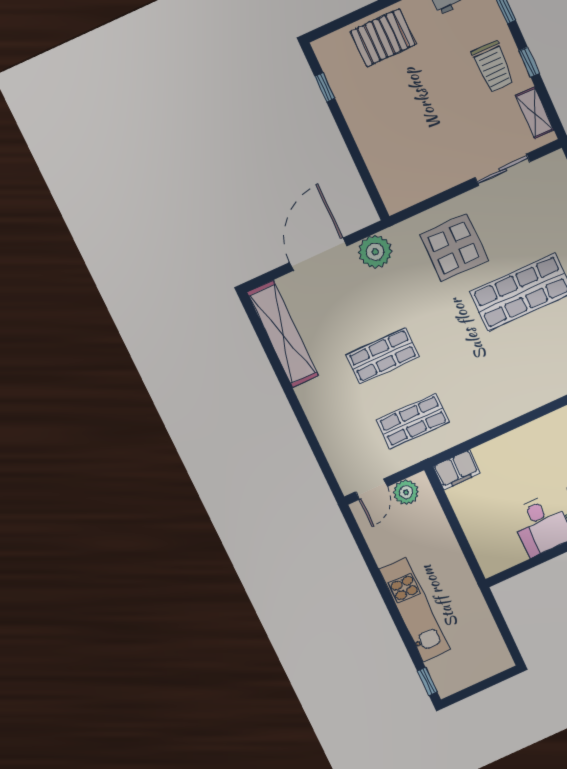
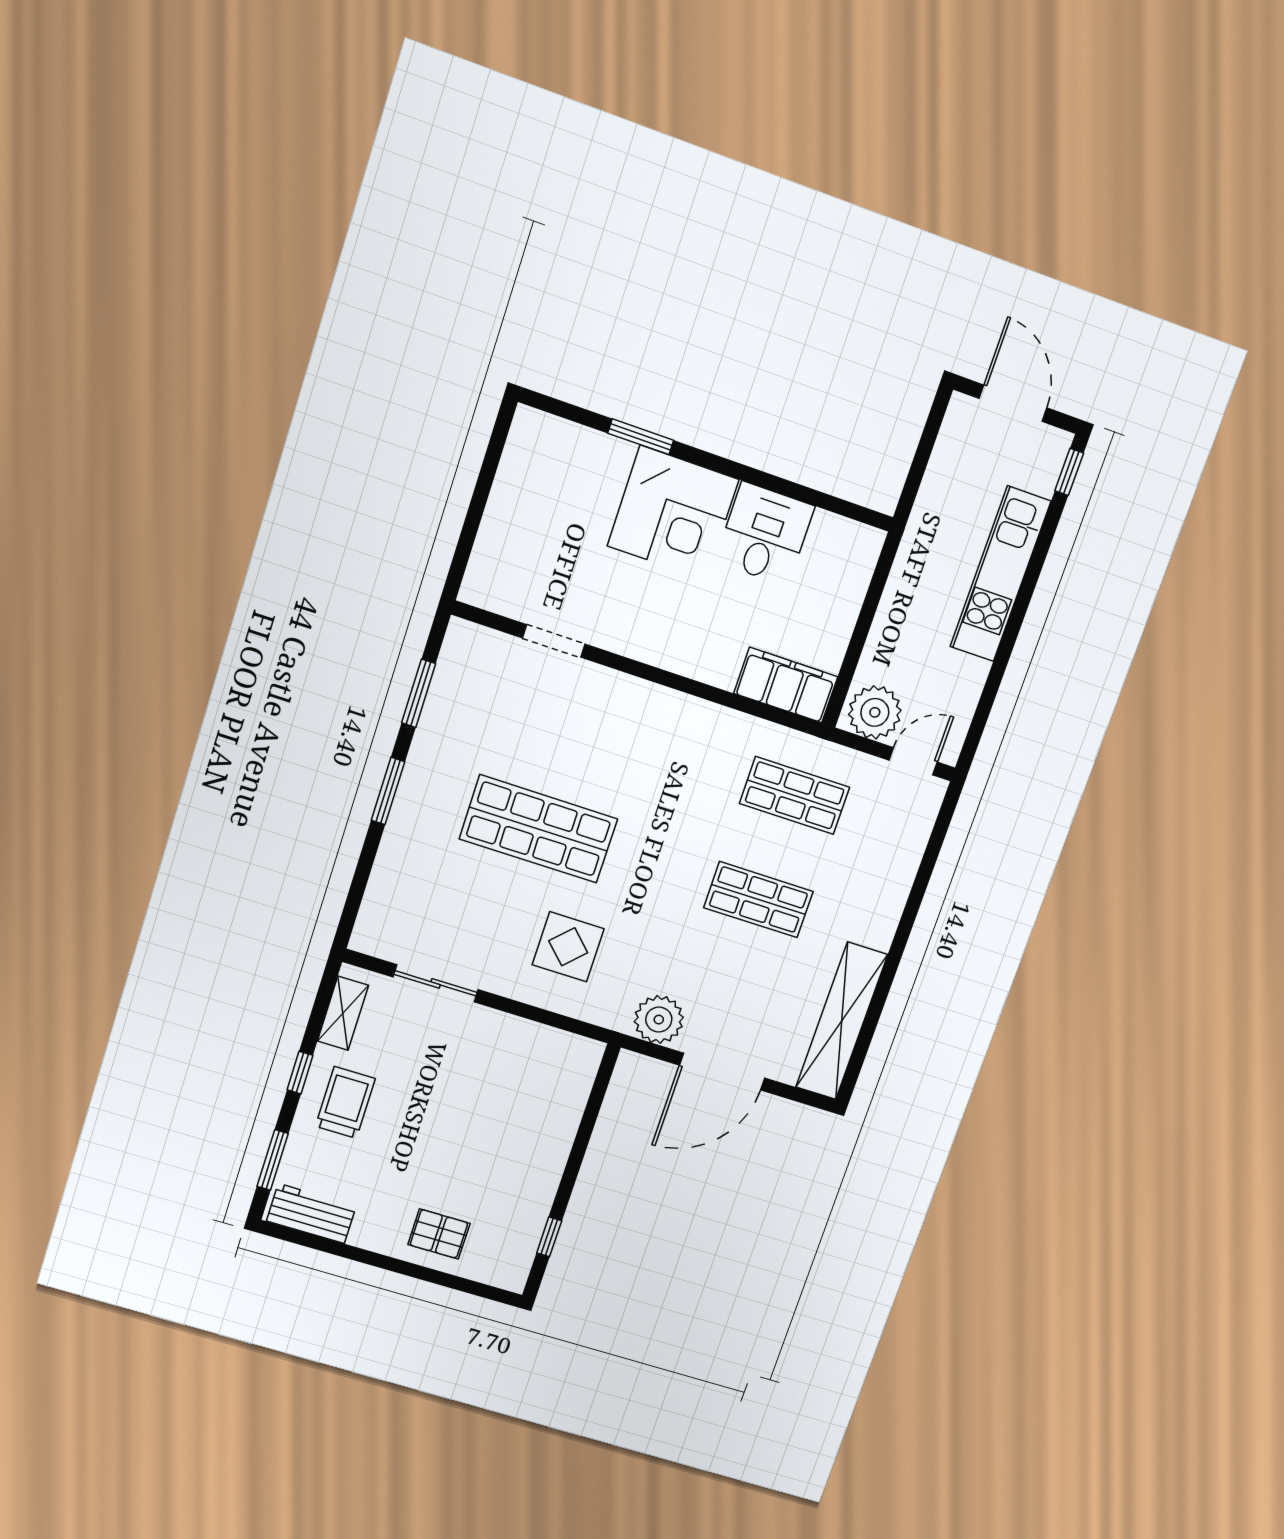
pallet: (383, 38) -> (439, 1234), width x0.67, depth x0.71
display table: (454, 247) -> (568, 947), width x0.73, depth x0.73
filing cabinet: (457, 470) -> (786, 685), width x1.50, depth x1.17
plant: (406, 492) -> (875, 712), width x1.36, depth x1.36
door: (483, 685) -> (1013, 403), added

